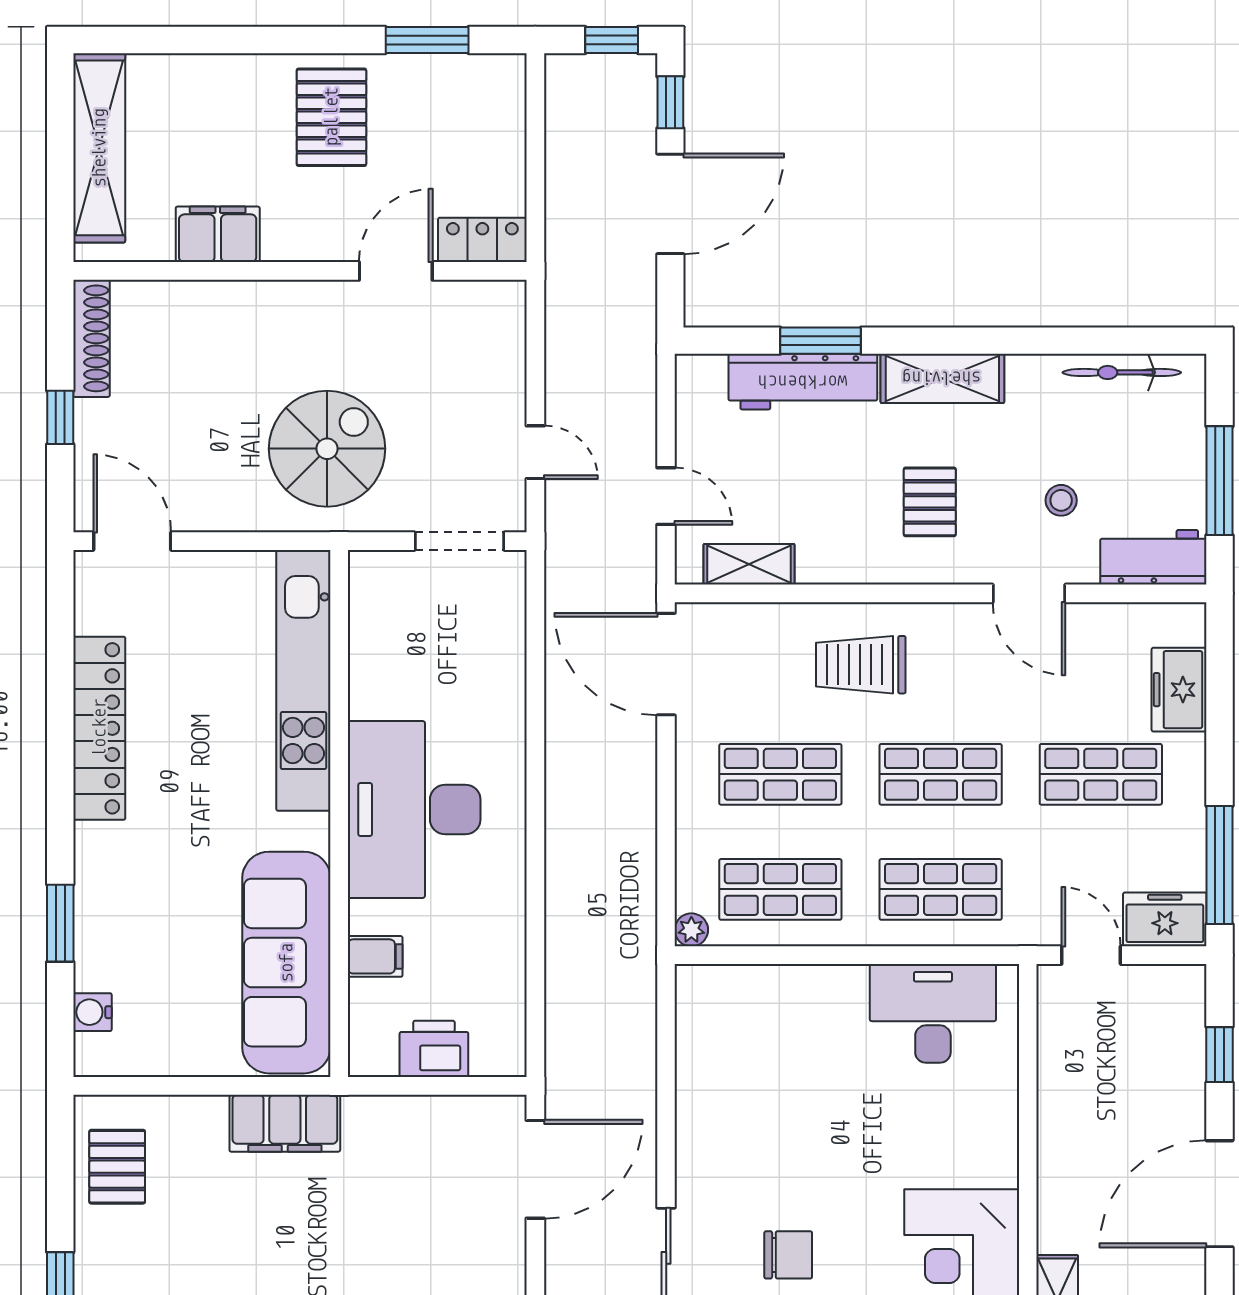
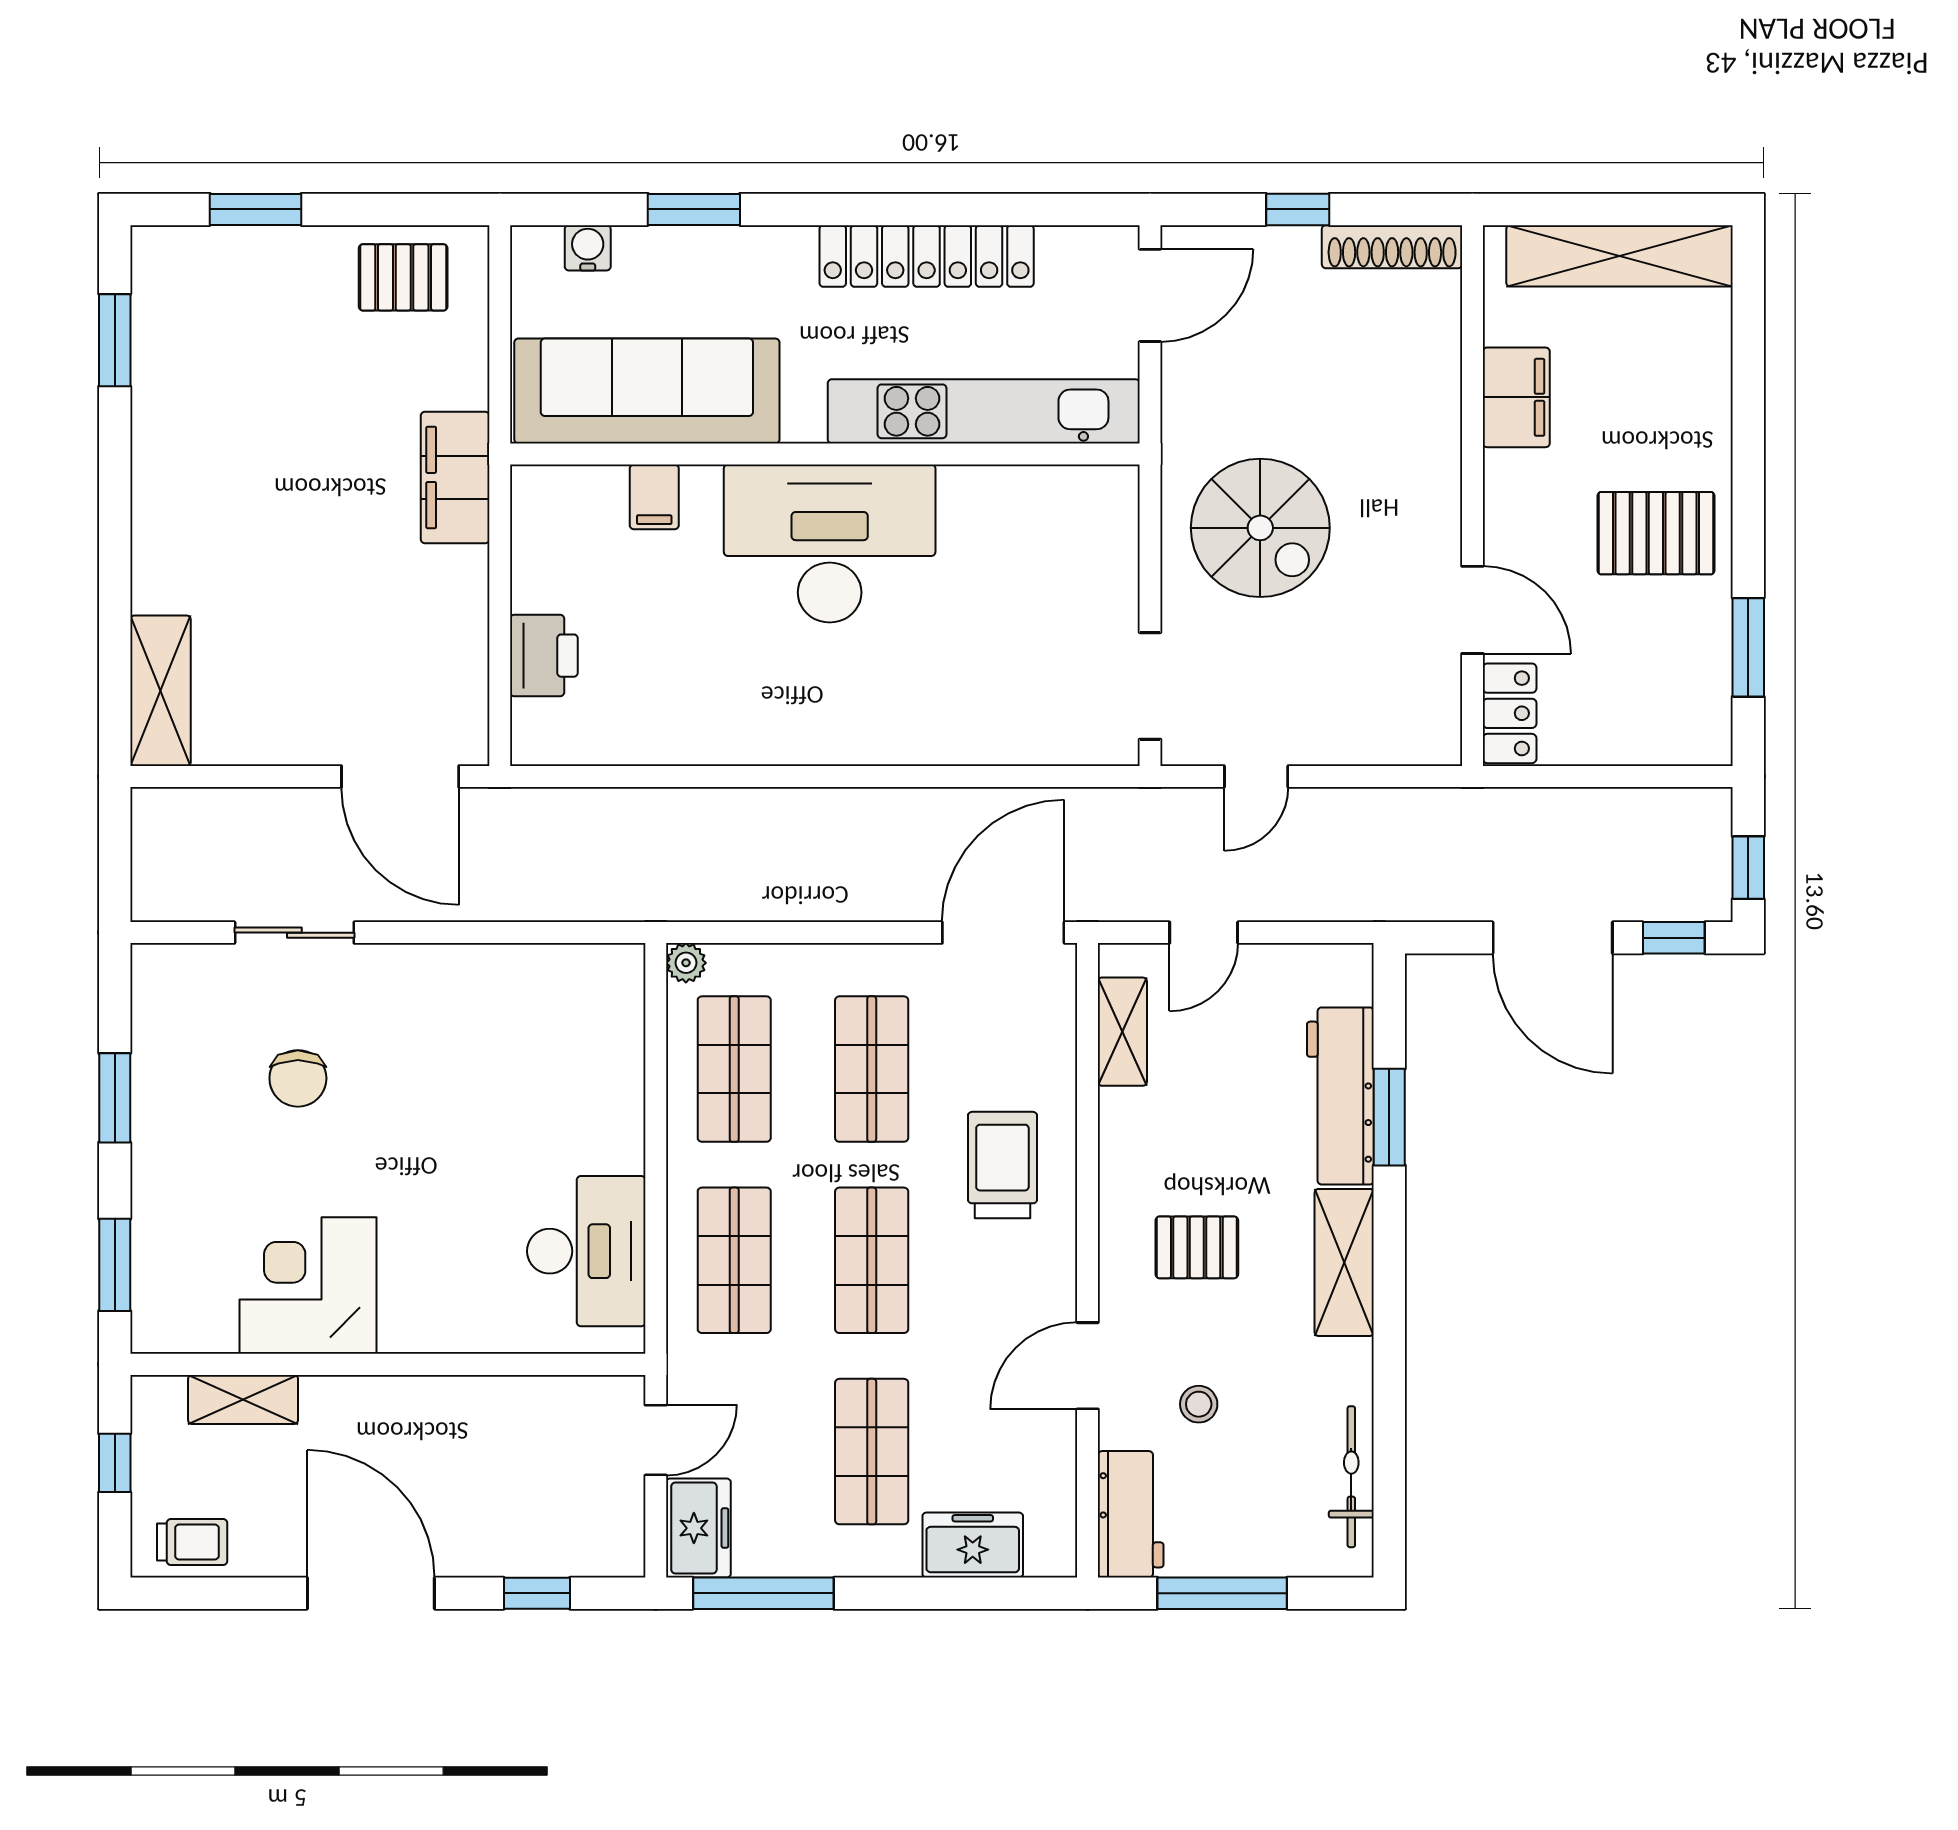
kitchen unit: (303, 680) -> (984, 411), moved
desk: (414, 809) -> (830, 543), moved
wall: (339, 814) -> (825, 454), moved
filing cabinet: (375, 956) -> (654, 497), moved
sofa: (286, 963) -> (647, 391), moved

